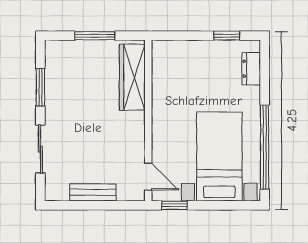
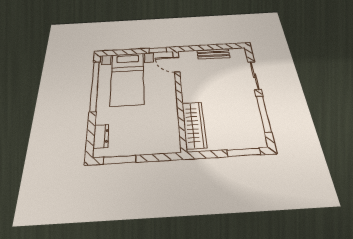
window: (95, 36) -> (244, 152), moved
window: (227, 36) -> (120, 160), width x1.50
window: (40, 87) -> (264, 114), width x1.44

